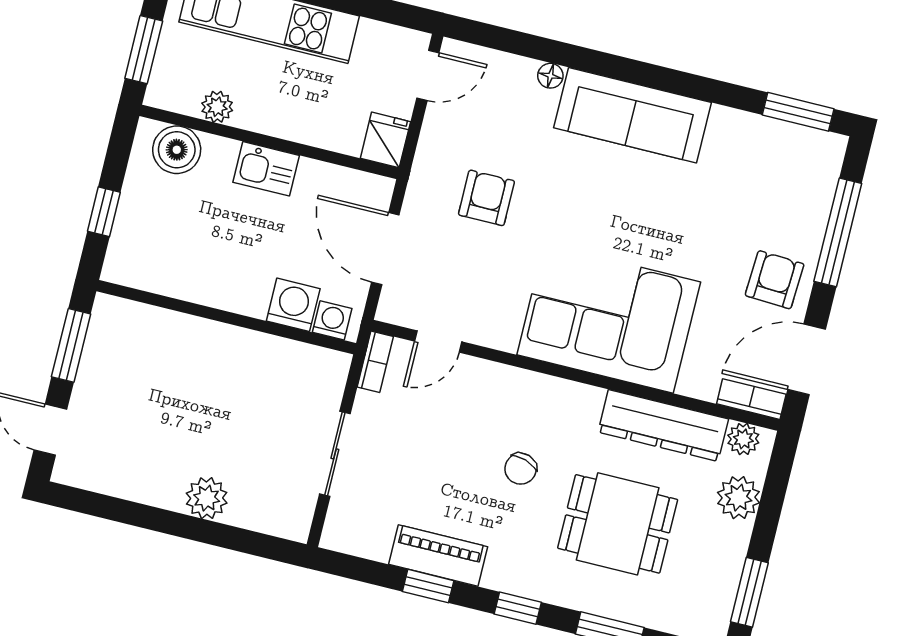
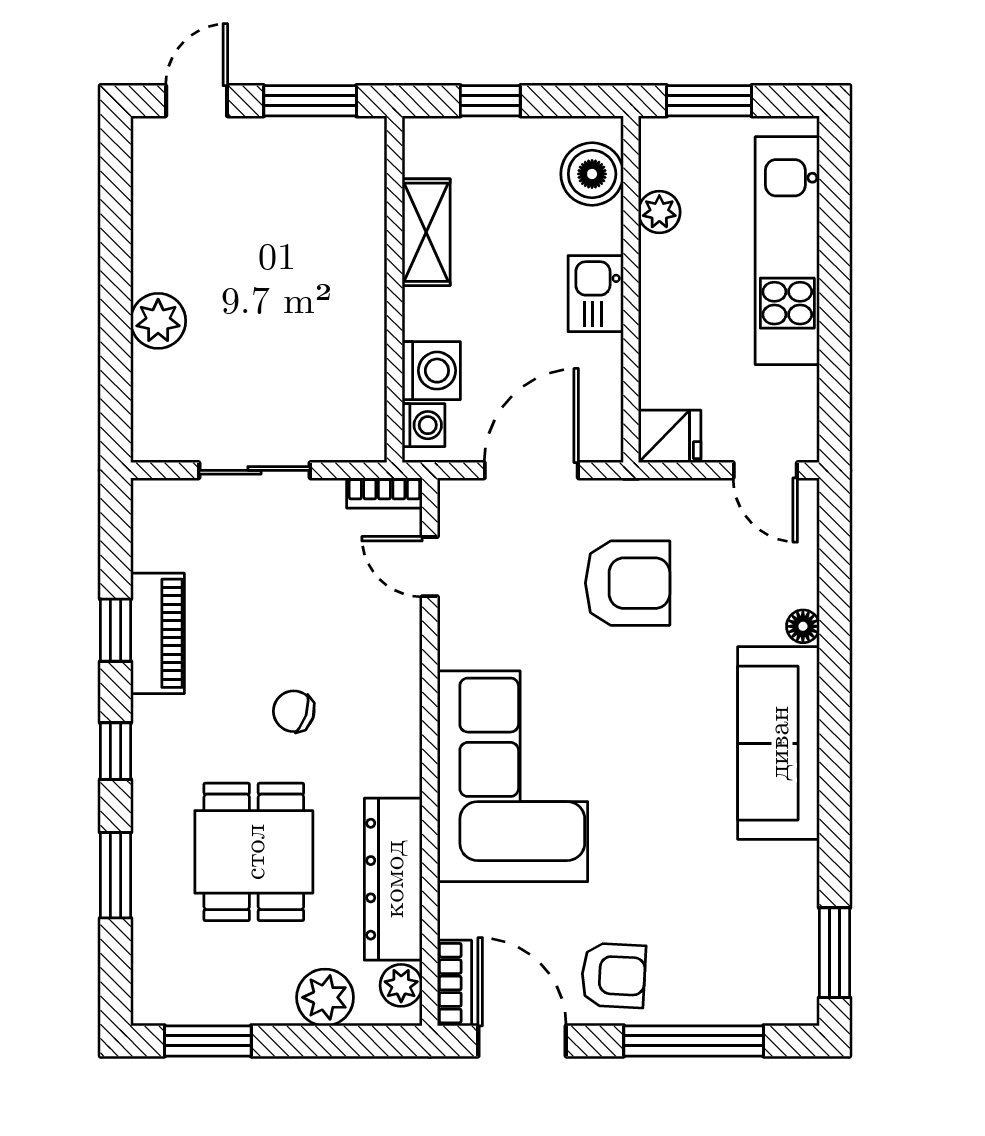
armchair: (486, 198) -> (628, 583), width x1.38, depth x1.38
shelving: (190, 283) -> (426, 232), added

